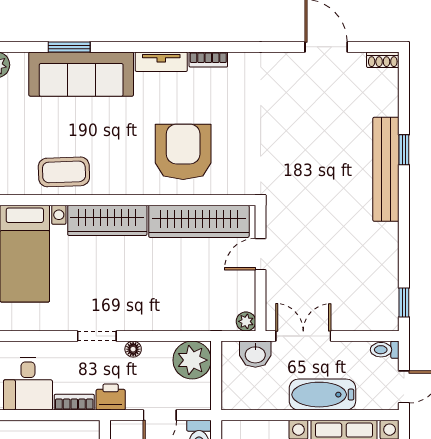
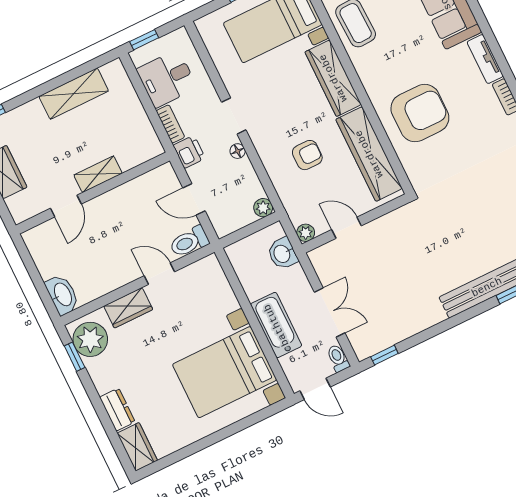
door: (261, 254) -> (347, 228), moved
armchair: (170, 283) -> (307, 155), added
double door: (303, 336) -> (330, 312), moved
plant: (192, 360) -> (263, 208), width x0.53, depth x0.53

